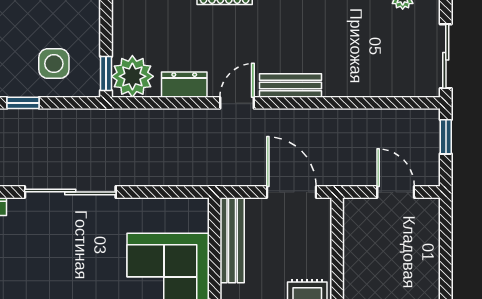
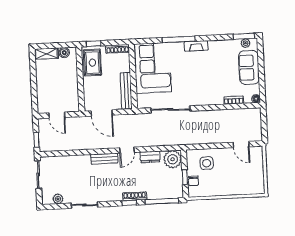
chair: (86, 24) -> (193, 181), added
window: (106, 73) -> (185, 177), moved
window: (23, 103) -> (219, 146), removed
sliding door: (70, 192) -> (170, 110), moved

